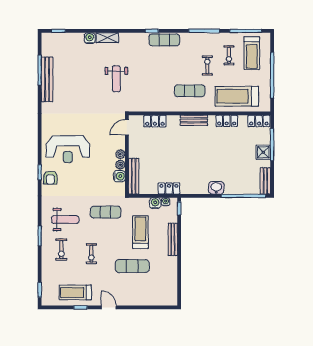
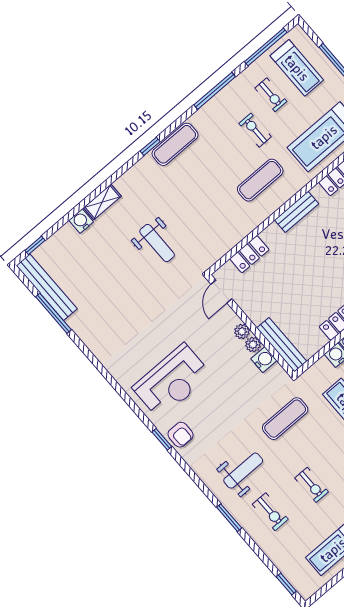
bench: (47, 79) -> (47, 287), moved

